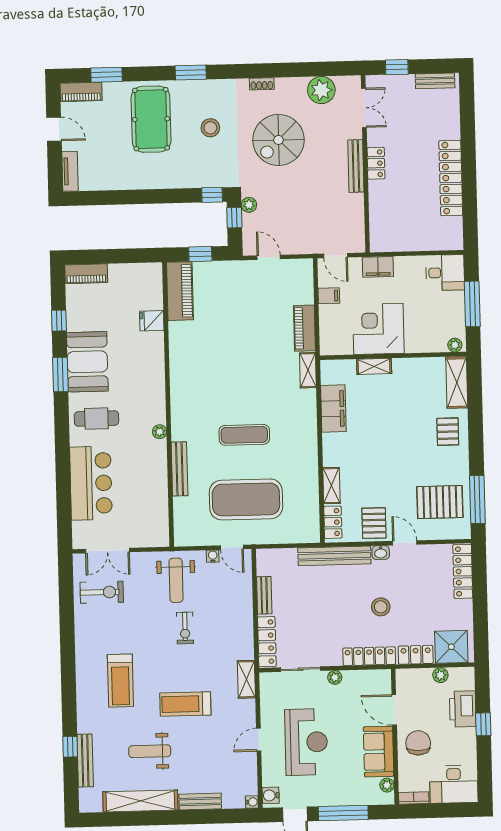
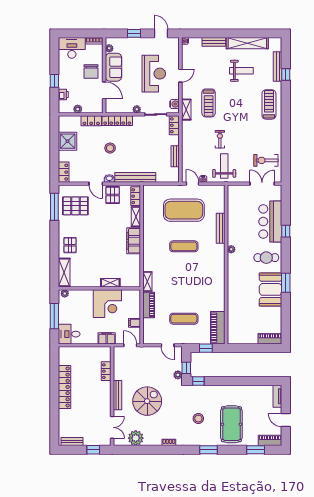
double door: (364, 108) -> (112, 427), swing flipped
spiral stairs: (278, 140) -> (147, 401), moved
locker: (376, 163) -> (106, 371), moved
exercise mat: (241, 306) -> (184, 319), added
window: (59, 321) -> (286, 231), moved
fridge: (152, 321) -> (234, 311), removed
filing cabinet: (333, 409) -> (134, 241), moved
locker: (463, 571) -> (64, 172), width x0.66
locker: (267, 642) -> (174, 125), width x0.66
shower: (451, 647) -> (68, 141), moved
treadmill: (120, 681) -> (269, 104), moved
treadmill: (185, 704) -> (209, 103), moved, turned 90
printer: (463, 709) -> (63, 94), width x0.53, depth x0.68
reception desk: (306, 742) -> (154, 74), turned 180
water cooler: (271, 795) -> (174, 104), moved
window: (343, 813) -> (134, 33), width x0.46

